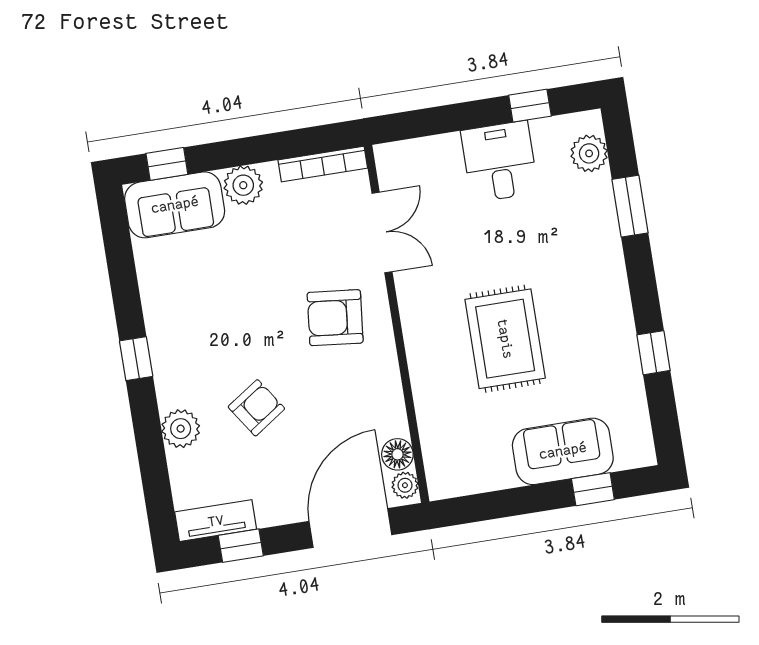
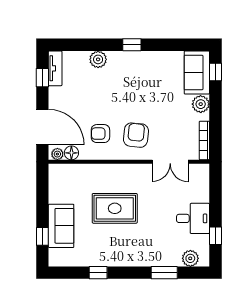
armchair: (256, 408) -> (100, 134), moved, turned 124

